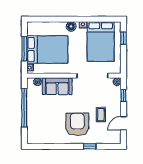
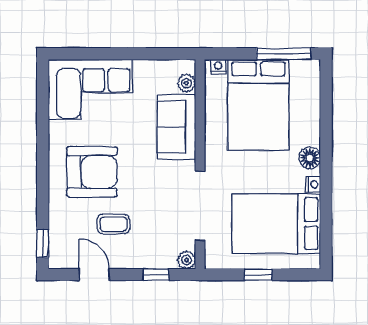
window: (123, 38) -> (258, 275), moved
window: (24, 49) -> (284, 54), moved
window: (24, 108) -> (129, 54), removed
corner sofa: (40, 125) -> (91, 89), added
window: (90, 146) -> (43, 243), moved

